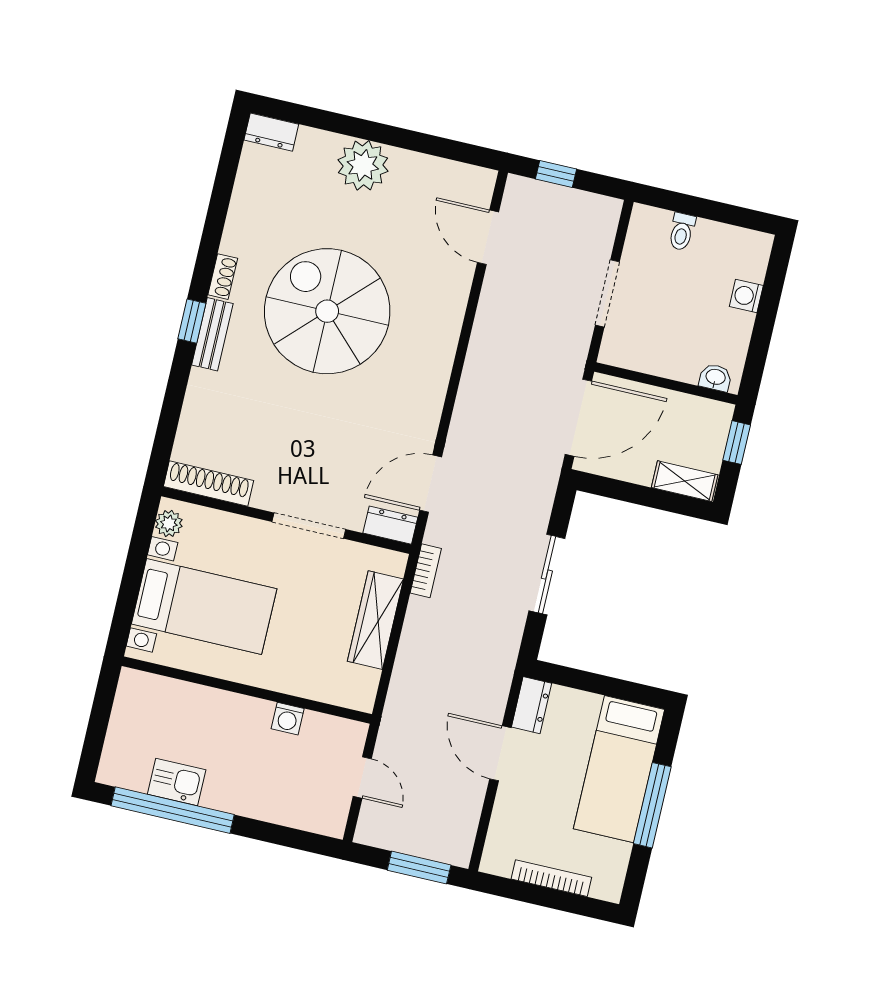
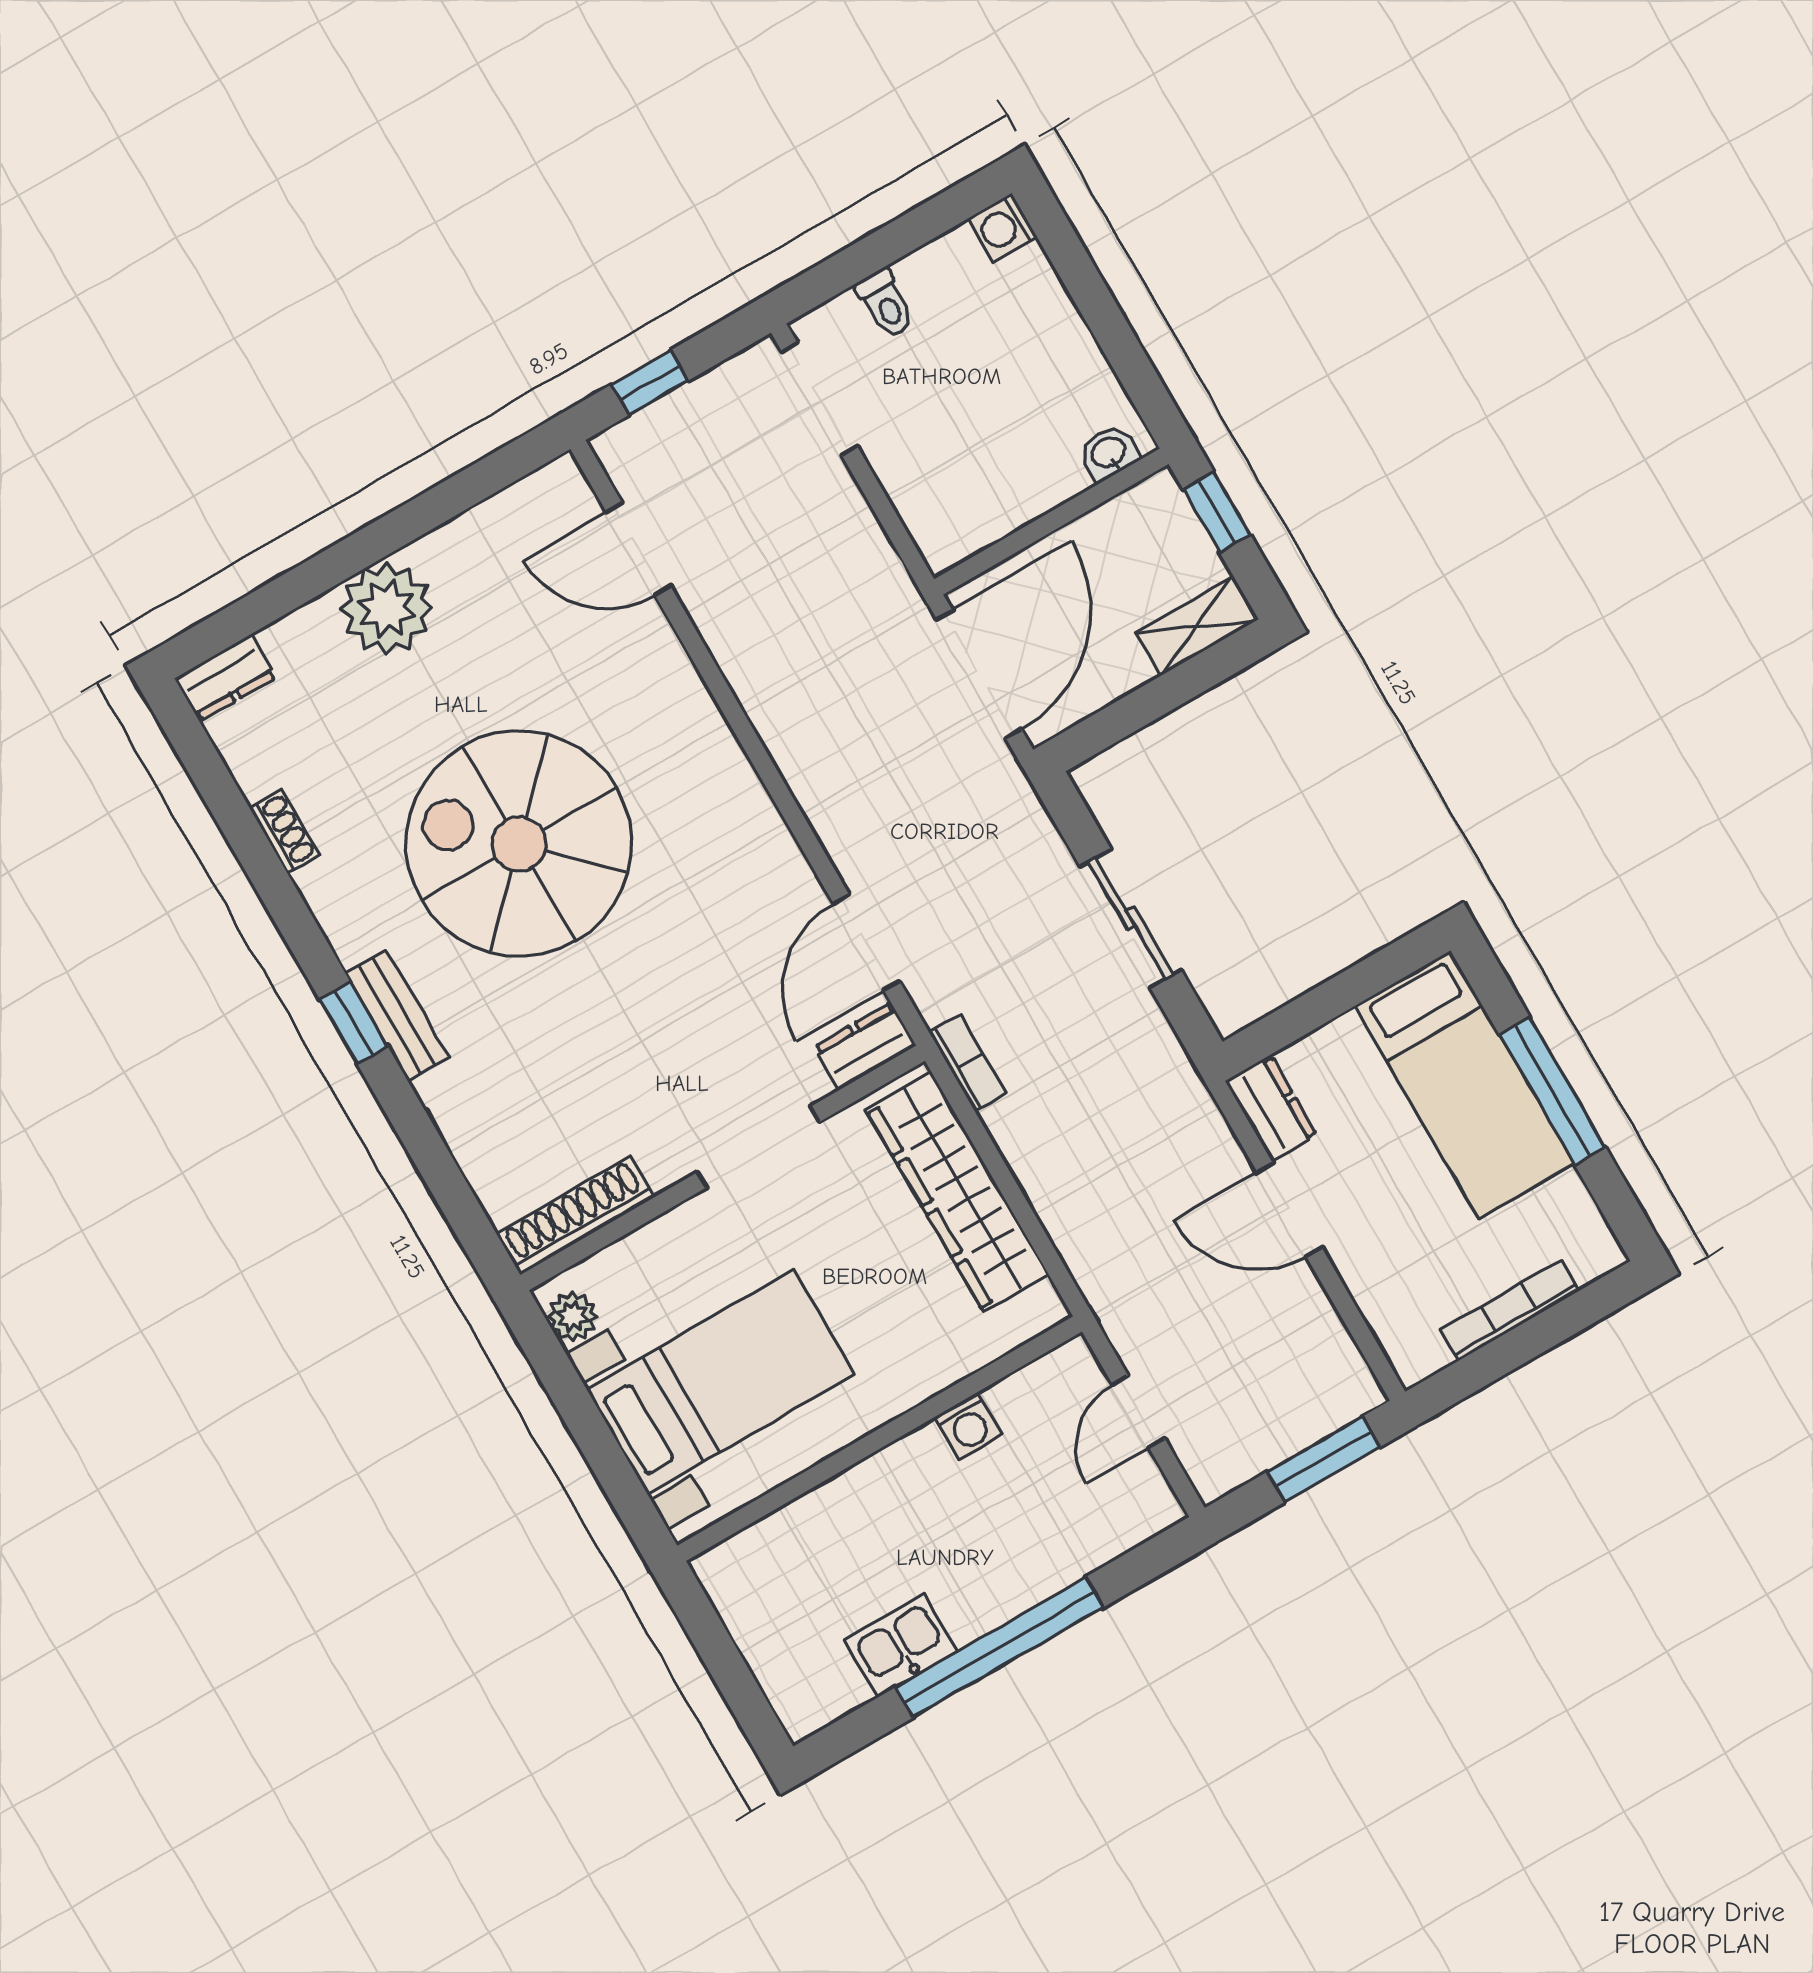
shoe rack: (223, 277) -> (284, 831), moved
doorway: (607, 293) -> (819, 399), moved
washing machine: (746, 296) -> (1002, 228), moved
wardrobe: (375, 620) -> (957, 1192), width x1.40, depth x1.17
door: (362, 778) -> (1138, 1411), swing flipped
window: (173, 810) -> (999, 1647), moved

